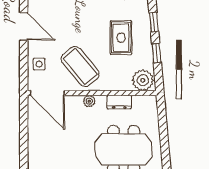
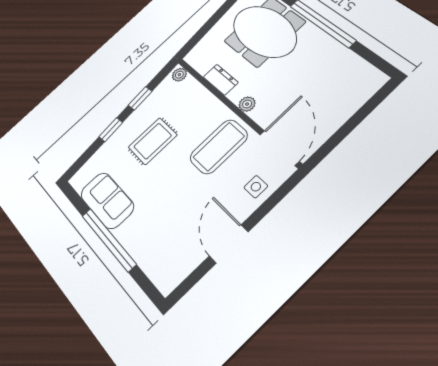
coffee table: (80, 67) -> (219, 147), turned 40
plant: (143, 80) -> (179, 75), width x0.53, depth x0.53

